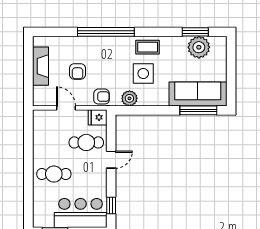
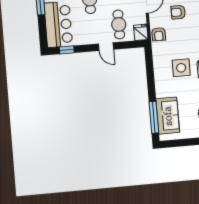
sofa: (198, 94) -> (168, 116), width x0.73
plant: (129, 98) -> (159, 58), removed

